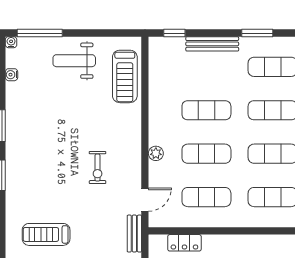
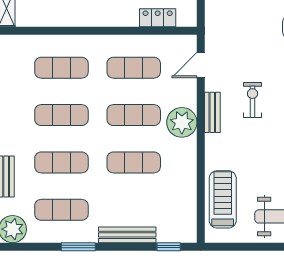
plant: (156, 153) -> (182, 122), width x1.88, depth x1.88
bench: (134, 234) -> (212, 112), moved

